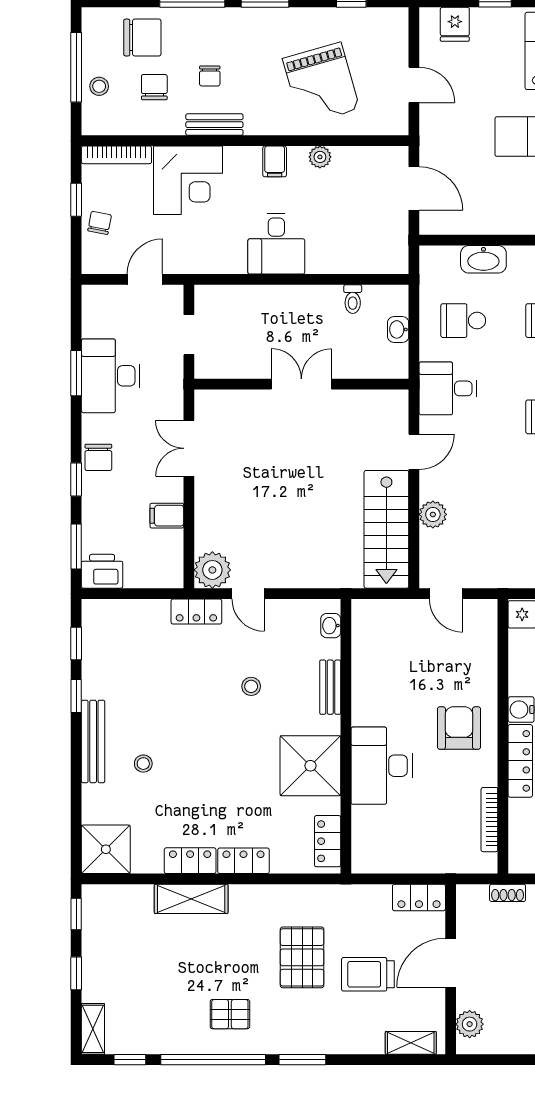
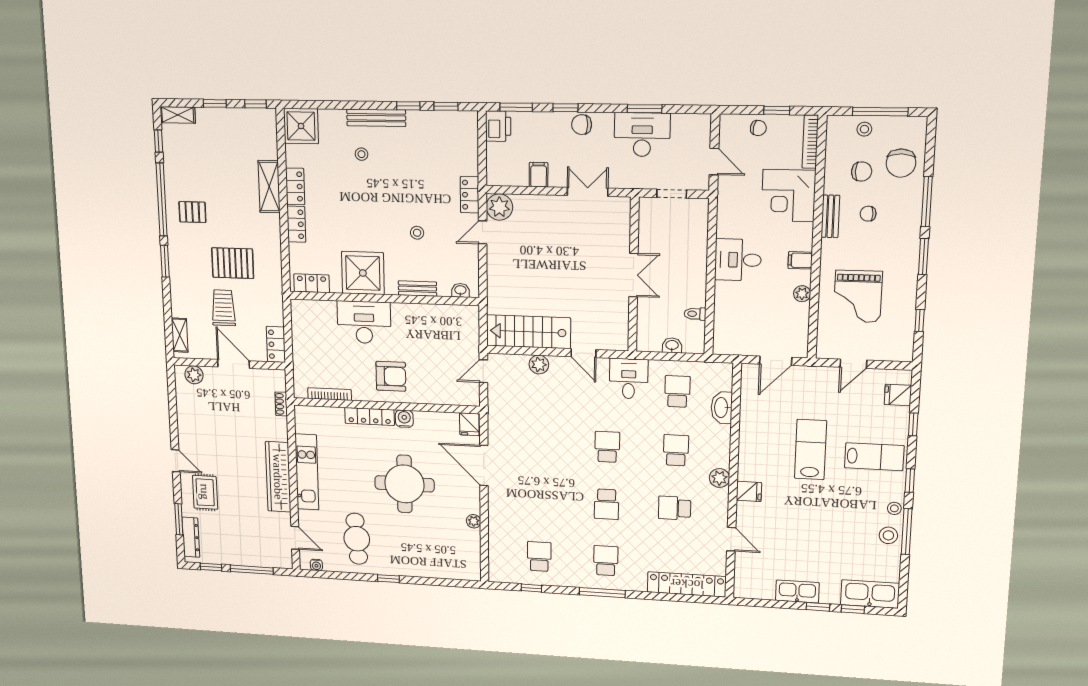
grand piano: (321, 84) -> (858, 296), turned -74
pallet: (230, 1014) -> (192, 212), turned 90

